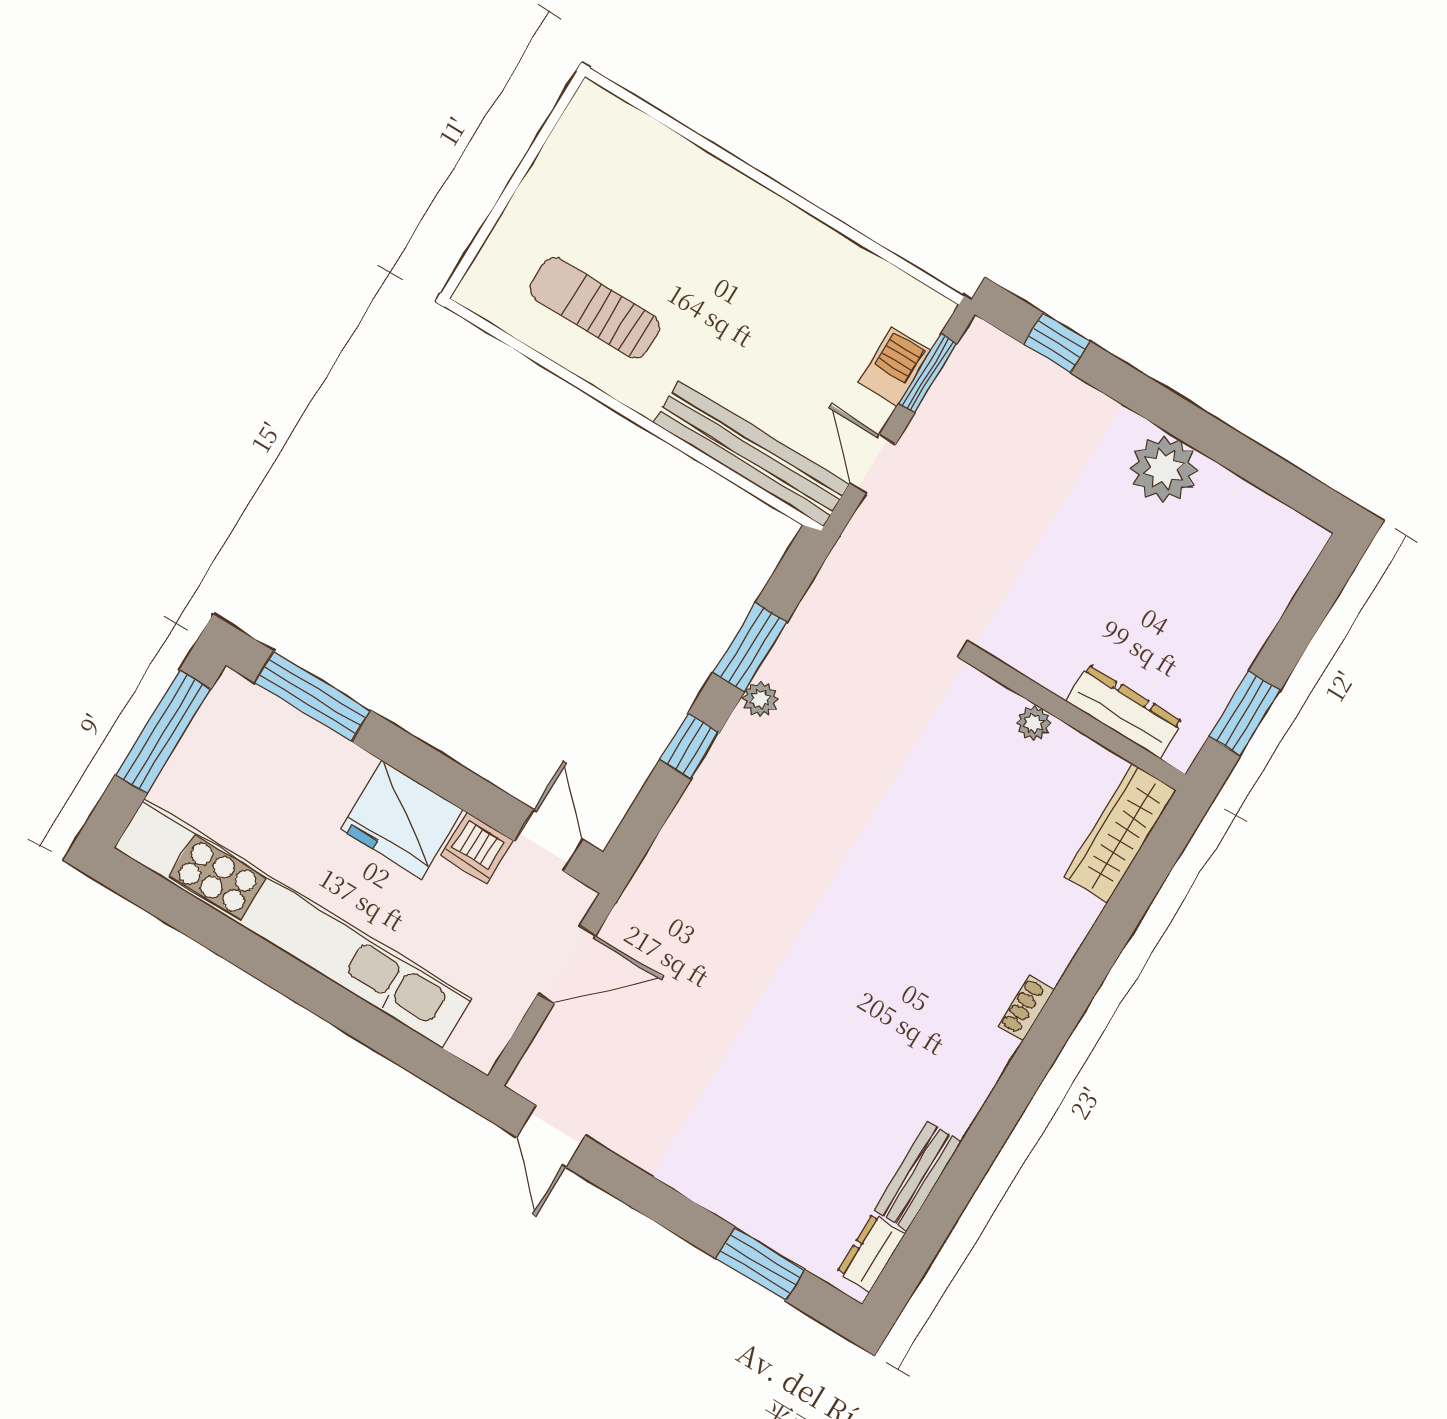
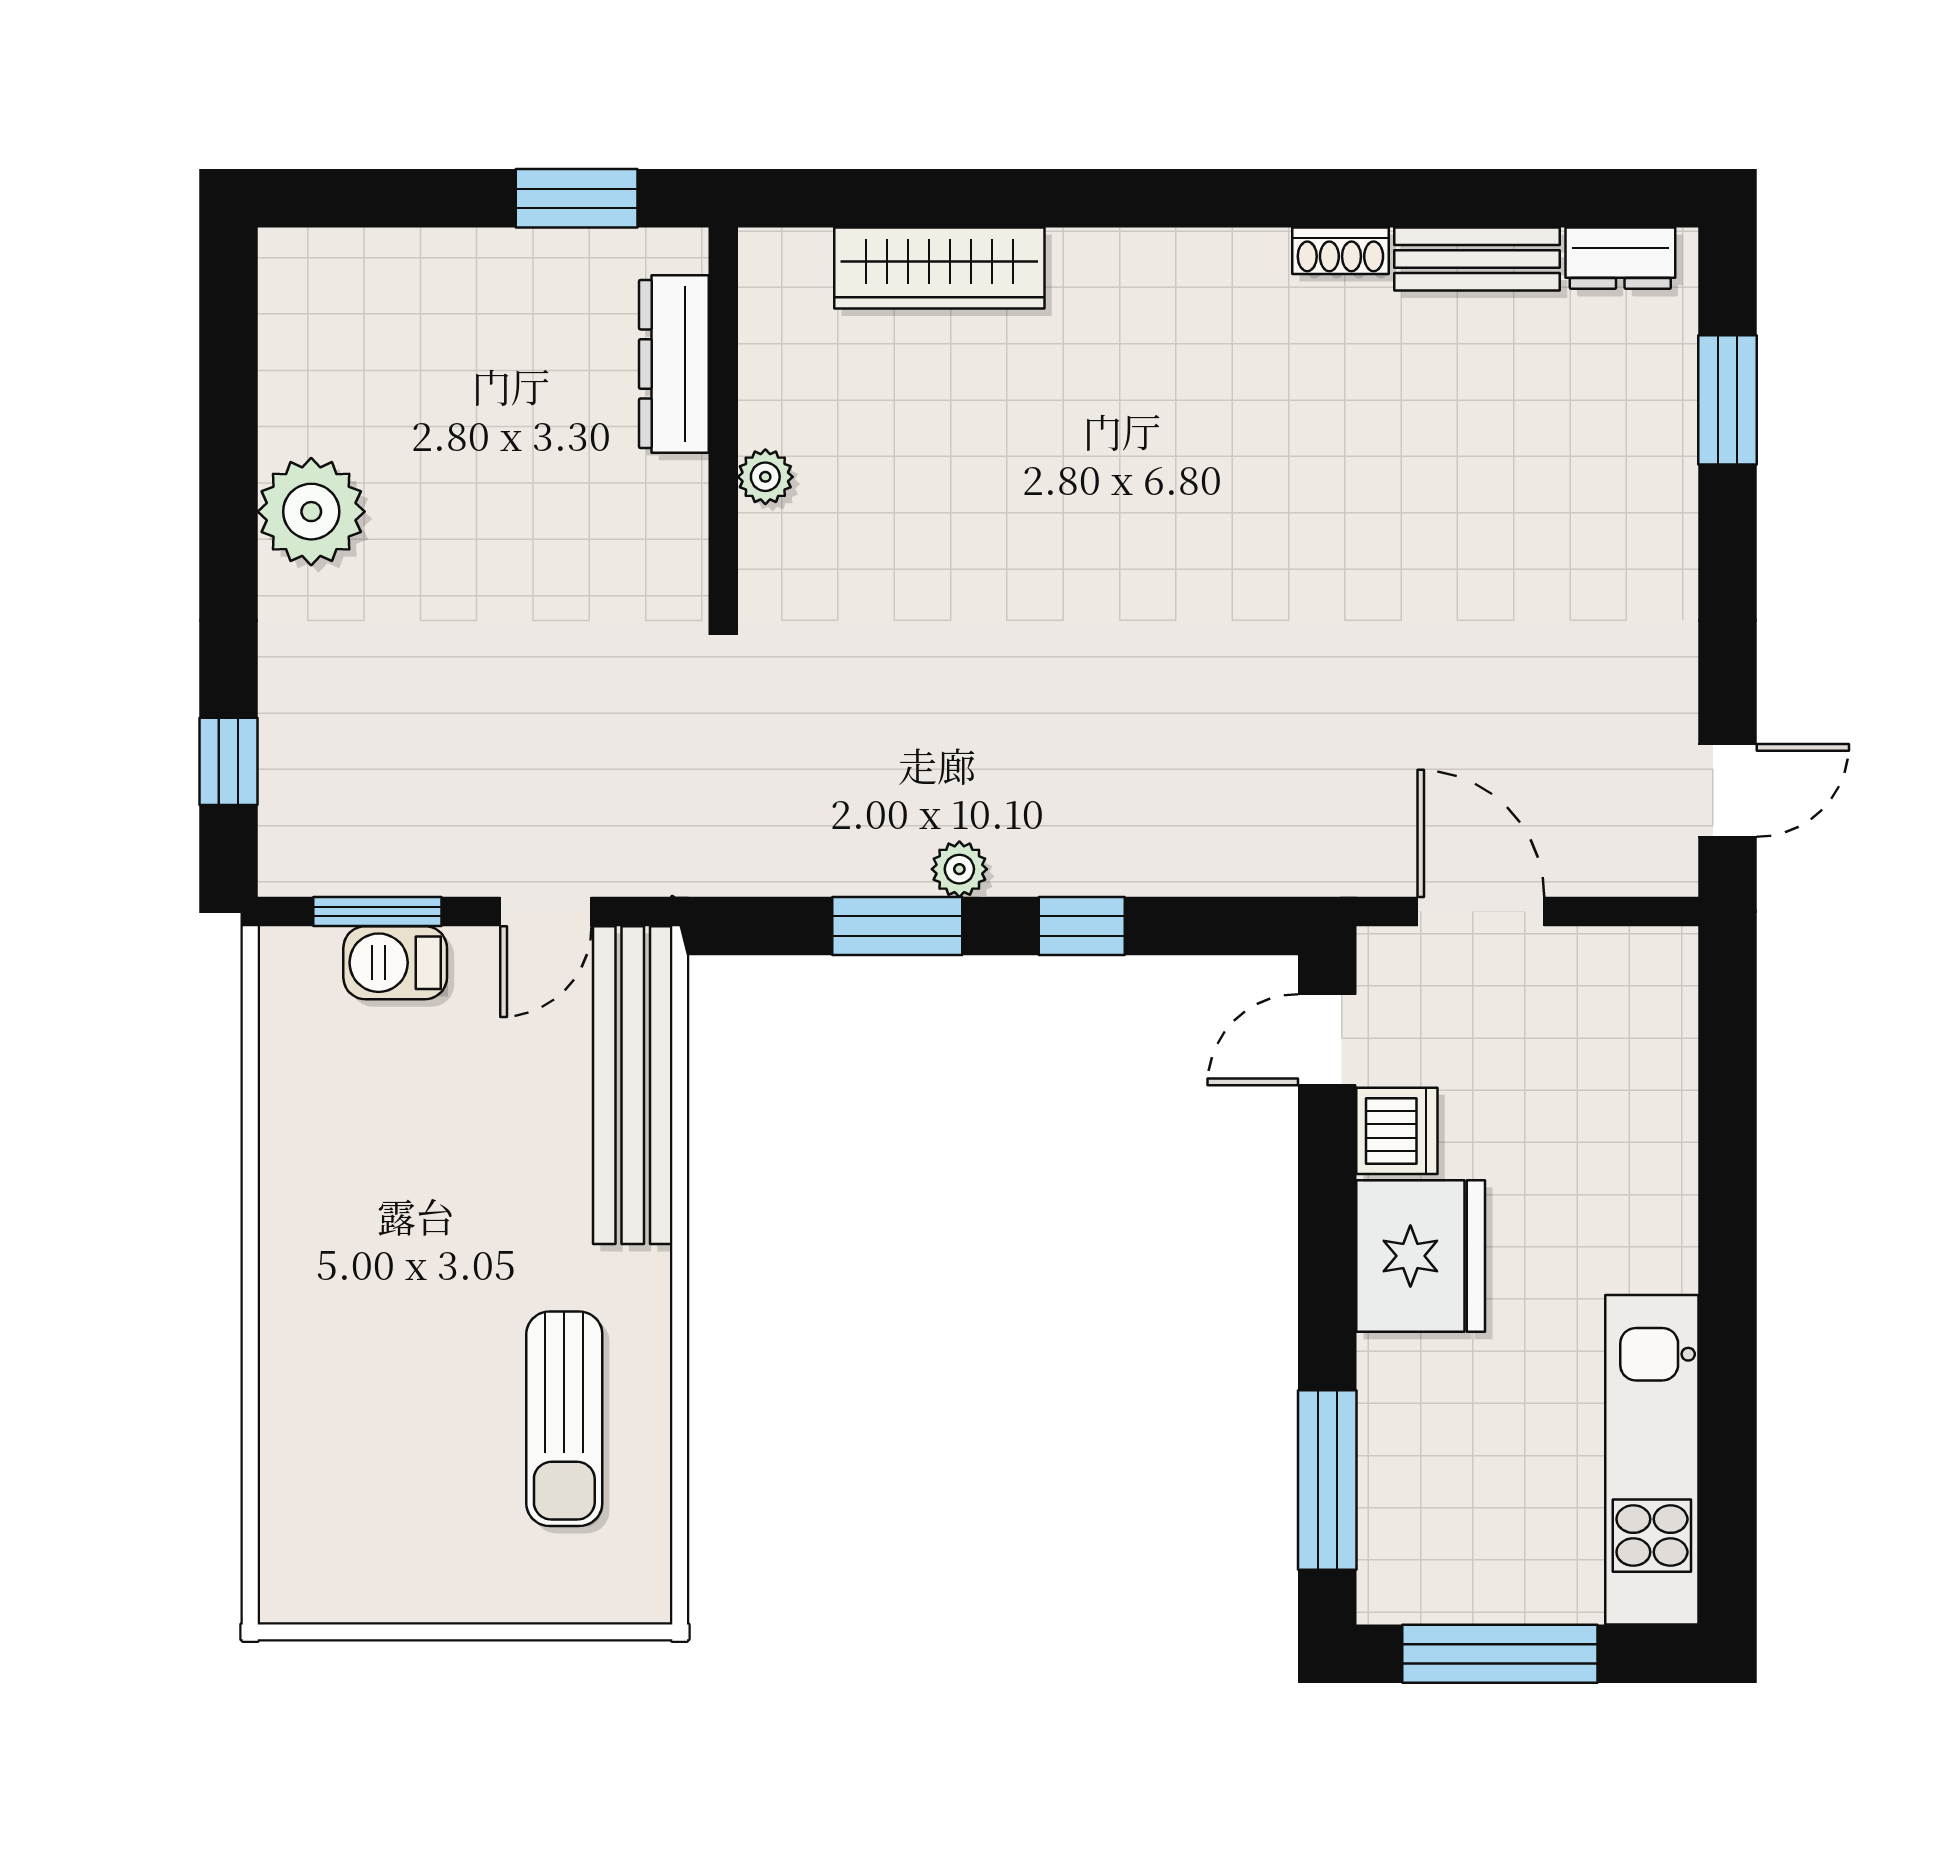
wardrobe: (1120, 833) -> (939, 268), moved
kitchen unit: (293, 923) -> (1652, 1460), width x0.54
shoe rack: (1026, 1008) -> (1340, 251), moved

